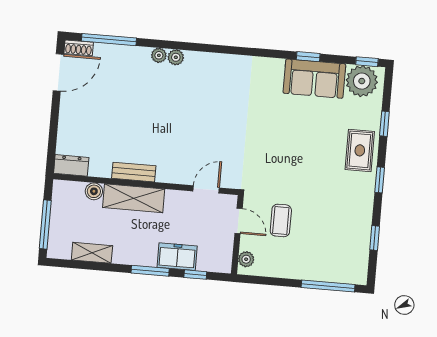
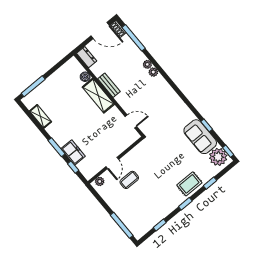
dresser: (71, 165) -> (87, 57), moved
bench: (134, 172) -> (109, 85), moved
wall: (146, 184) -> (109, 95), moved
door: (206, 189) -> (131, 121), moved
boiler: (94, 191) -> (85, 77), moved
shelving: (134, 198) -> (98, 96), moved

